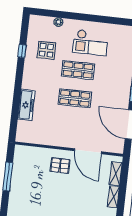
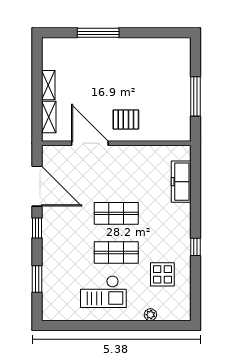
checkout: (91, 43) -> (103, 292), turned 180
window: (22, 51) -> (195, 247), moved
freezer: (26, 105) -> (181, 182), moved

